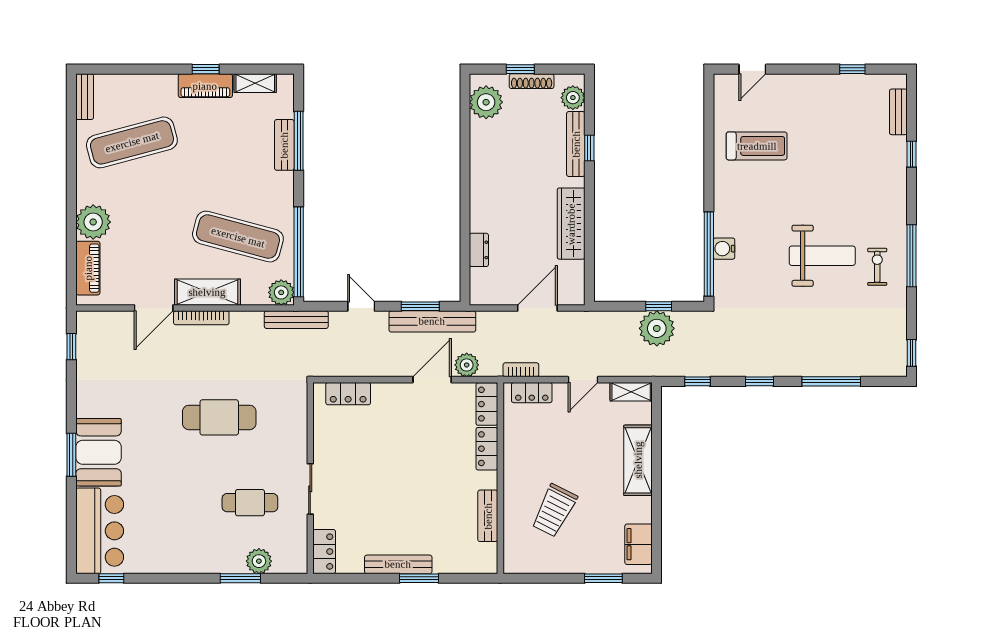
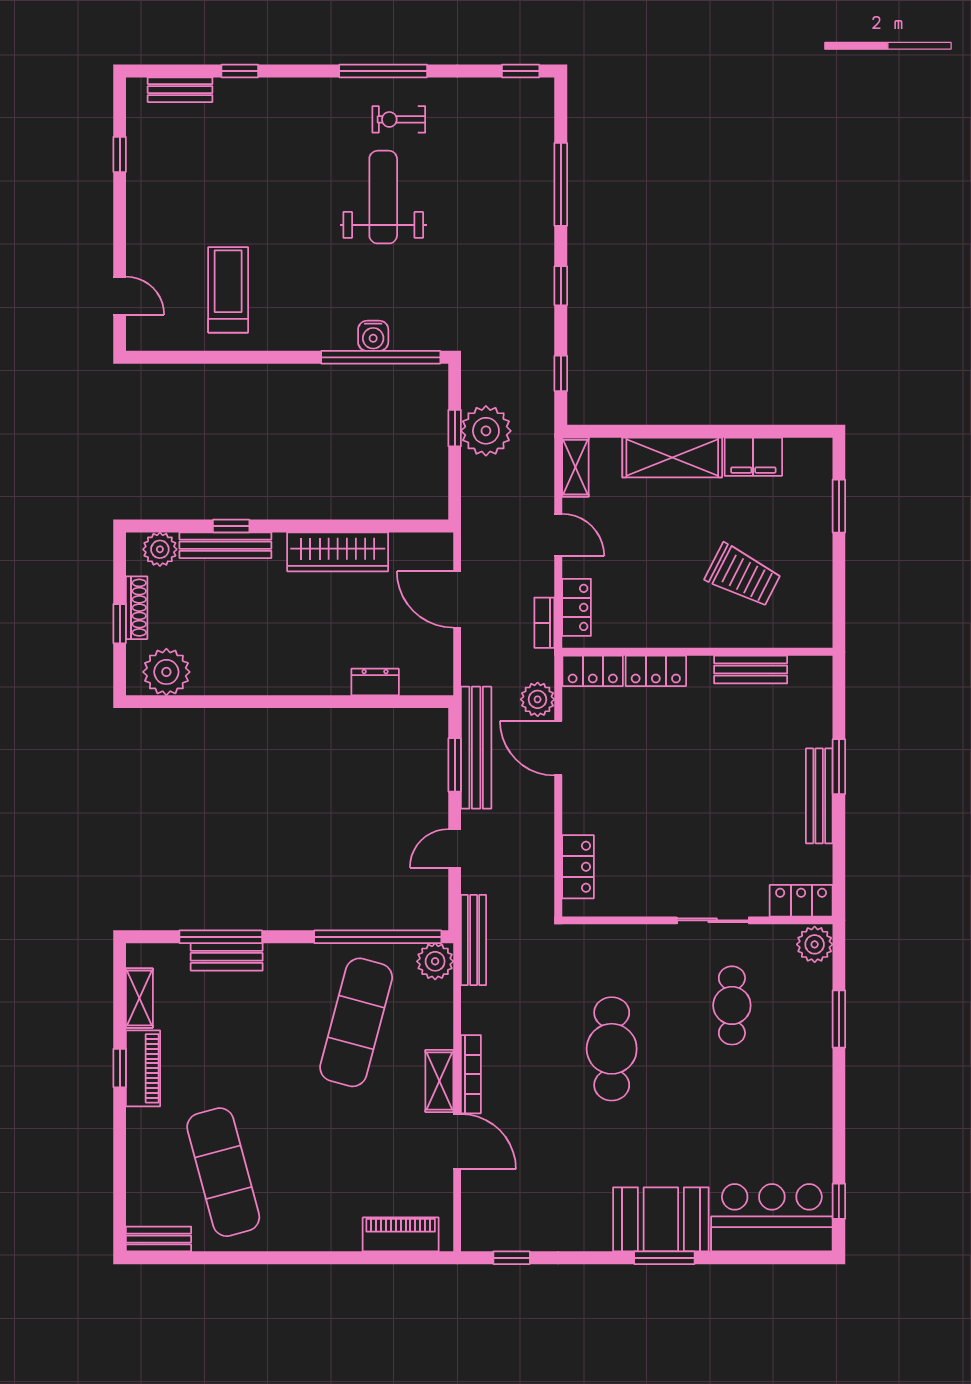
plant: (93, 222) -> (336, 1227), removed
shelving: (207, 292) -> (439, 1081), width x0.67, depth x0.75
filing cabinet: (638, 544) -> (753, 457), moved
plant: (259, 561) -> (815, 944), moved

